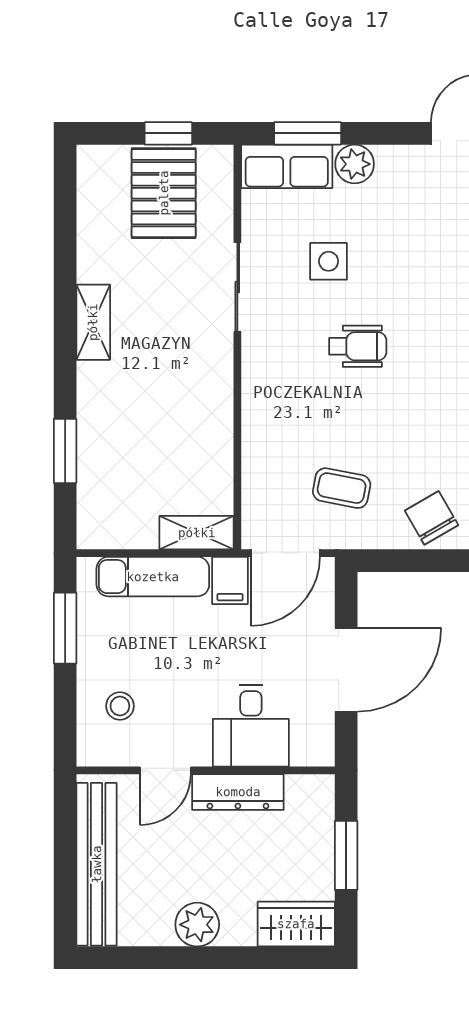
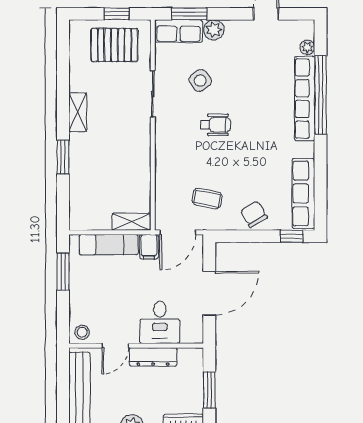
pallet: (164, 193) -> (114, 45), turned 90
side table: (329, 261) -> (200, 80), turned -37
window: (65, 451) -> (63, 157), moved
stool: (120, 706) -> (82, 332), moved

